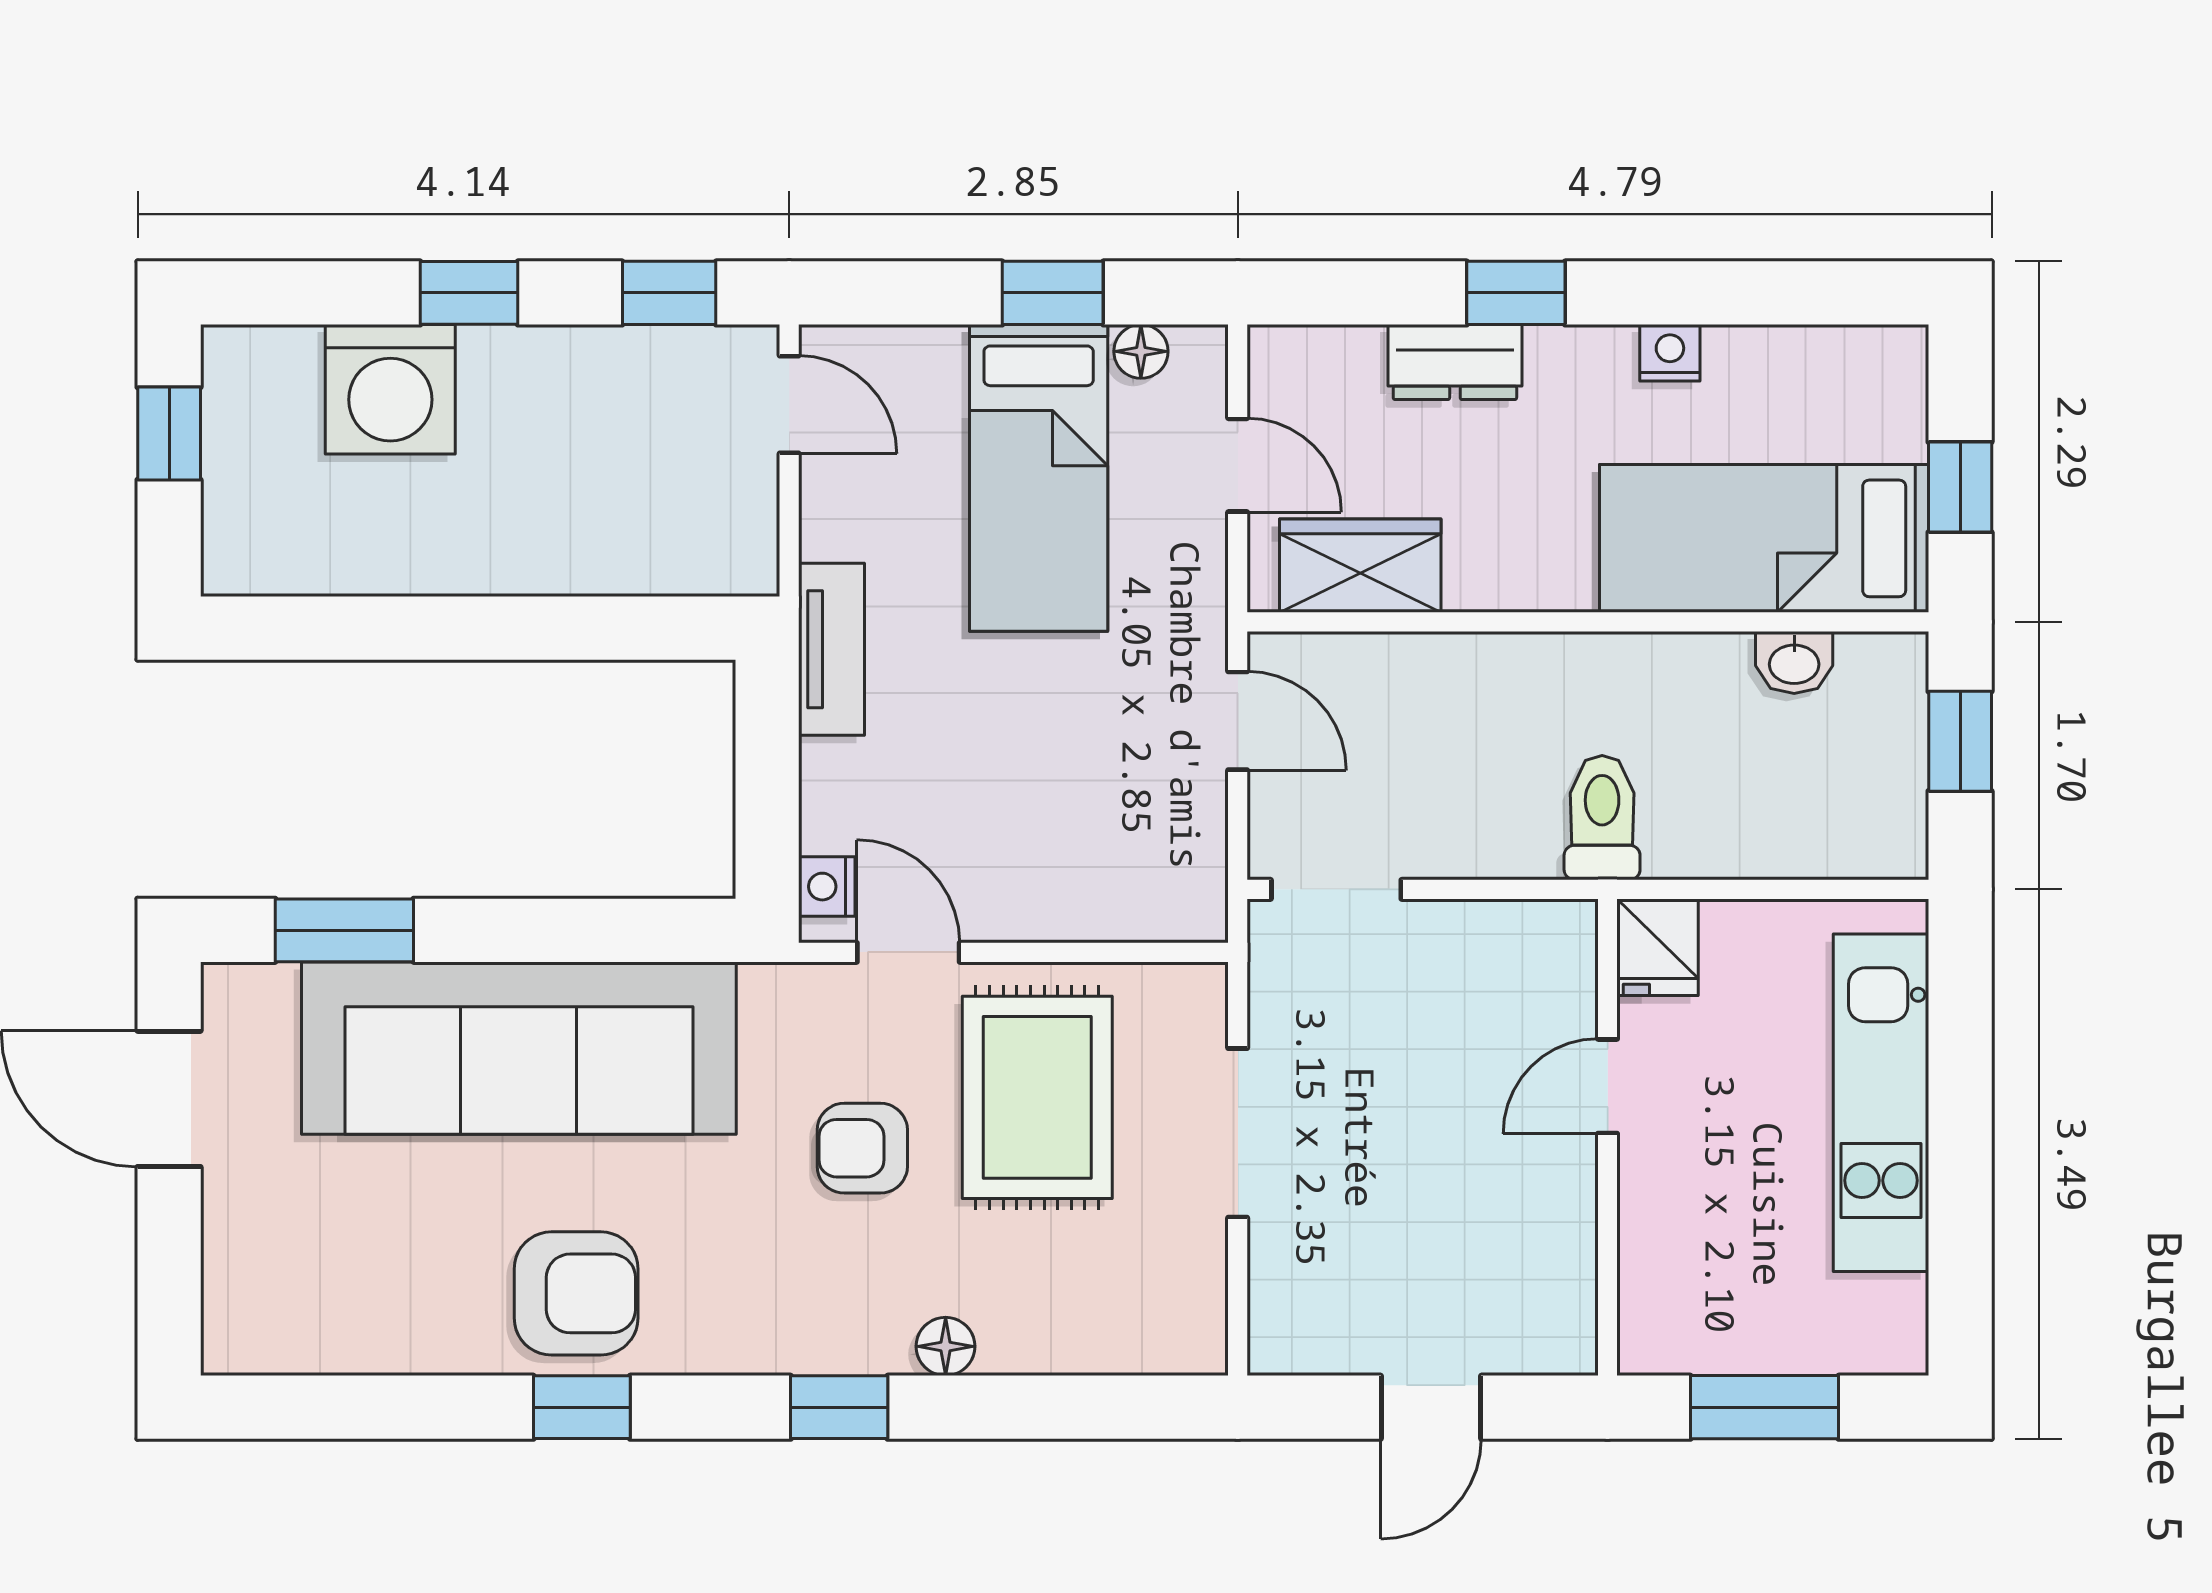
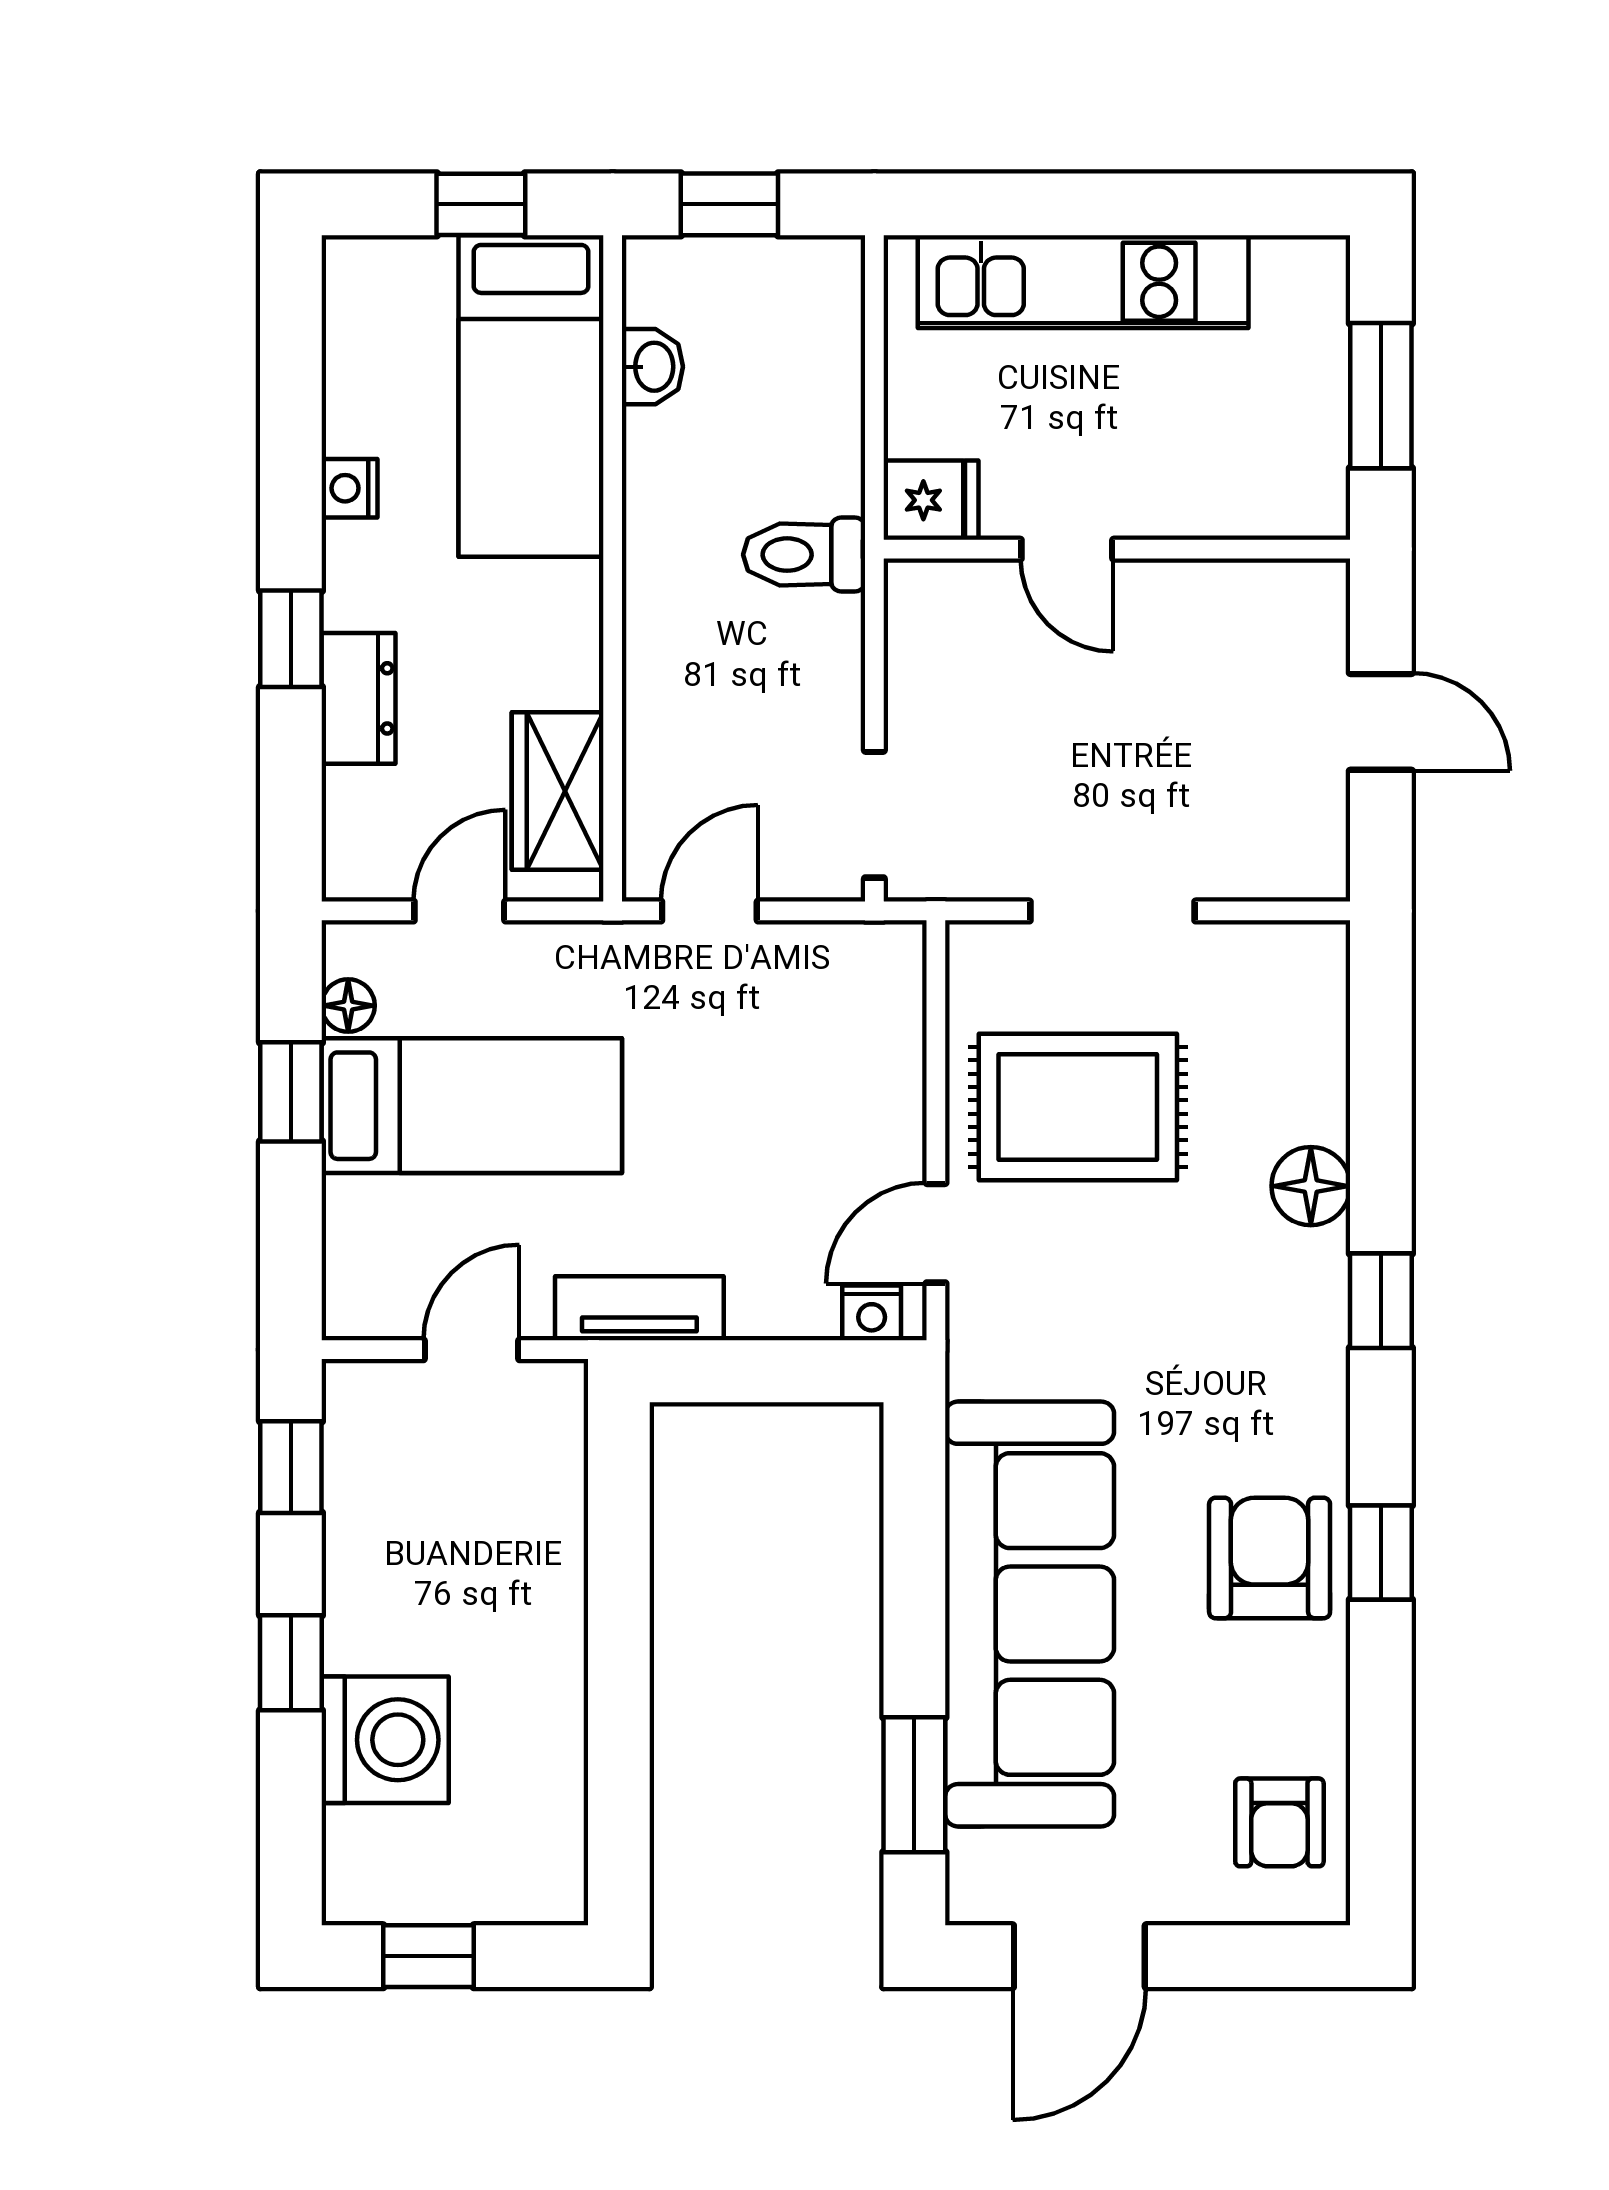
door: (789, 405) -> (472, 1350), moved
armchair: (862, 1148) -> (1279, 1822), moved
floor lamp: (946, 1346) -> (1311, 1186), width x1.37, depth x1.37

